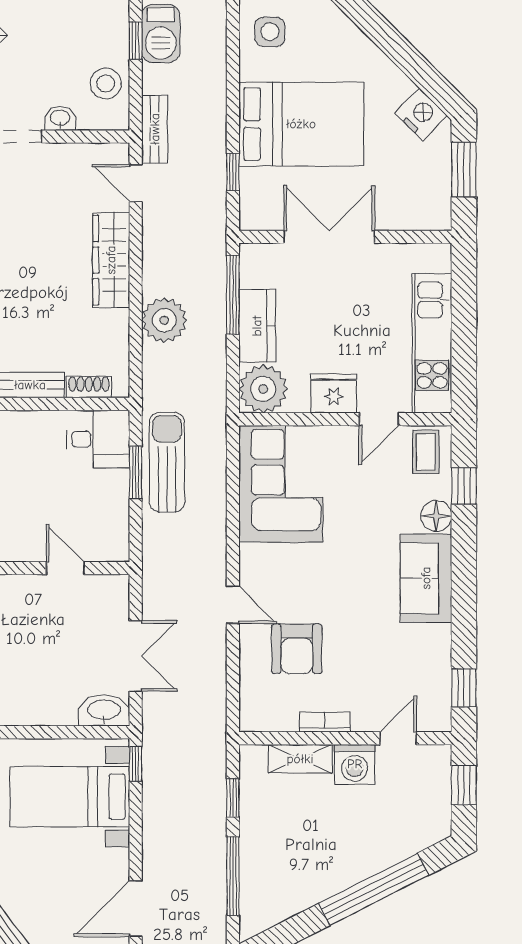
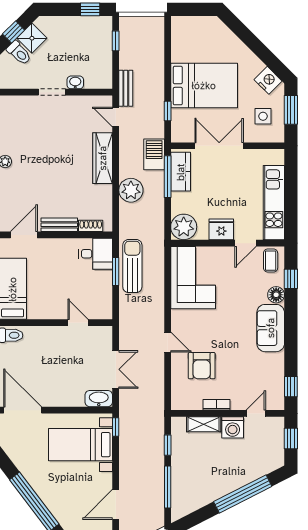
side table: (270, 32) -> (263, 116), moved
barbecue: (161, 34) -> (154, 154), moved, turned 180
stool: (106, 83) -> (100, 64), removed
kitchen counter: (257, 326) -> (181, 172), moved

